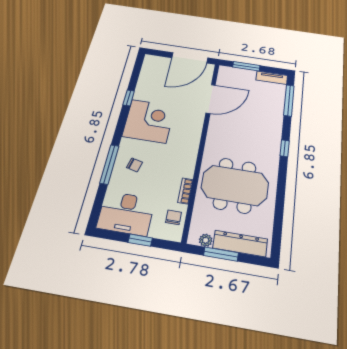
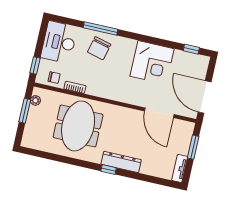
window: (129, 98) -> (191, 49), moved
window: (289, 100) -> (155, 180), removed
corner desk: (149, 121) -> (152, 62), moved
chair: (134, 165) -> (99, 48), width x1.87, depth x1.87
window: (140, 240) -> (35, 66), moved
dresser: (240, 243) -> (121, 162), moved, turned -90

